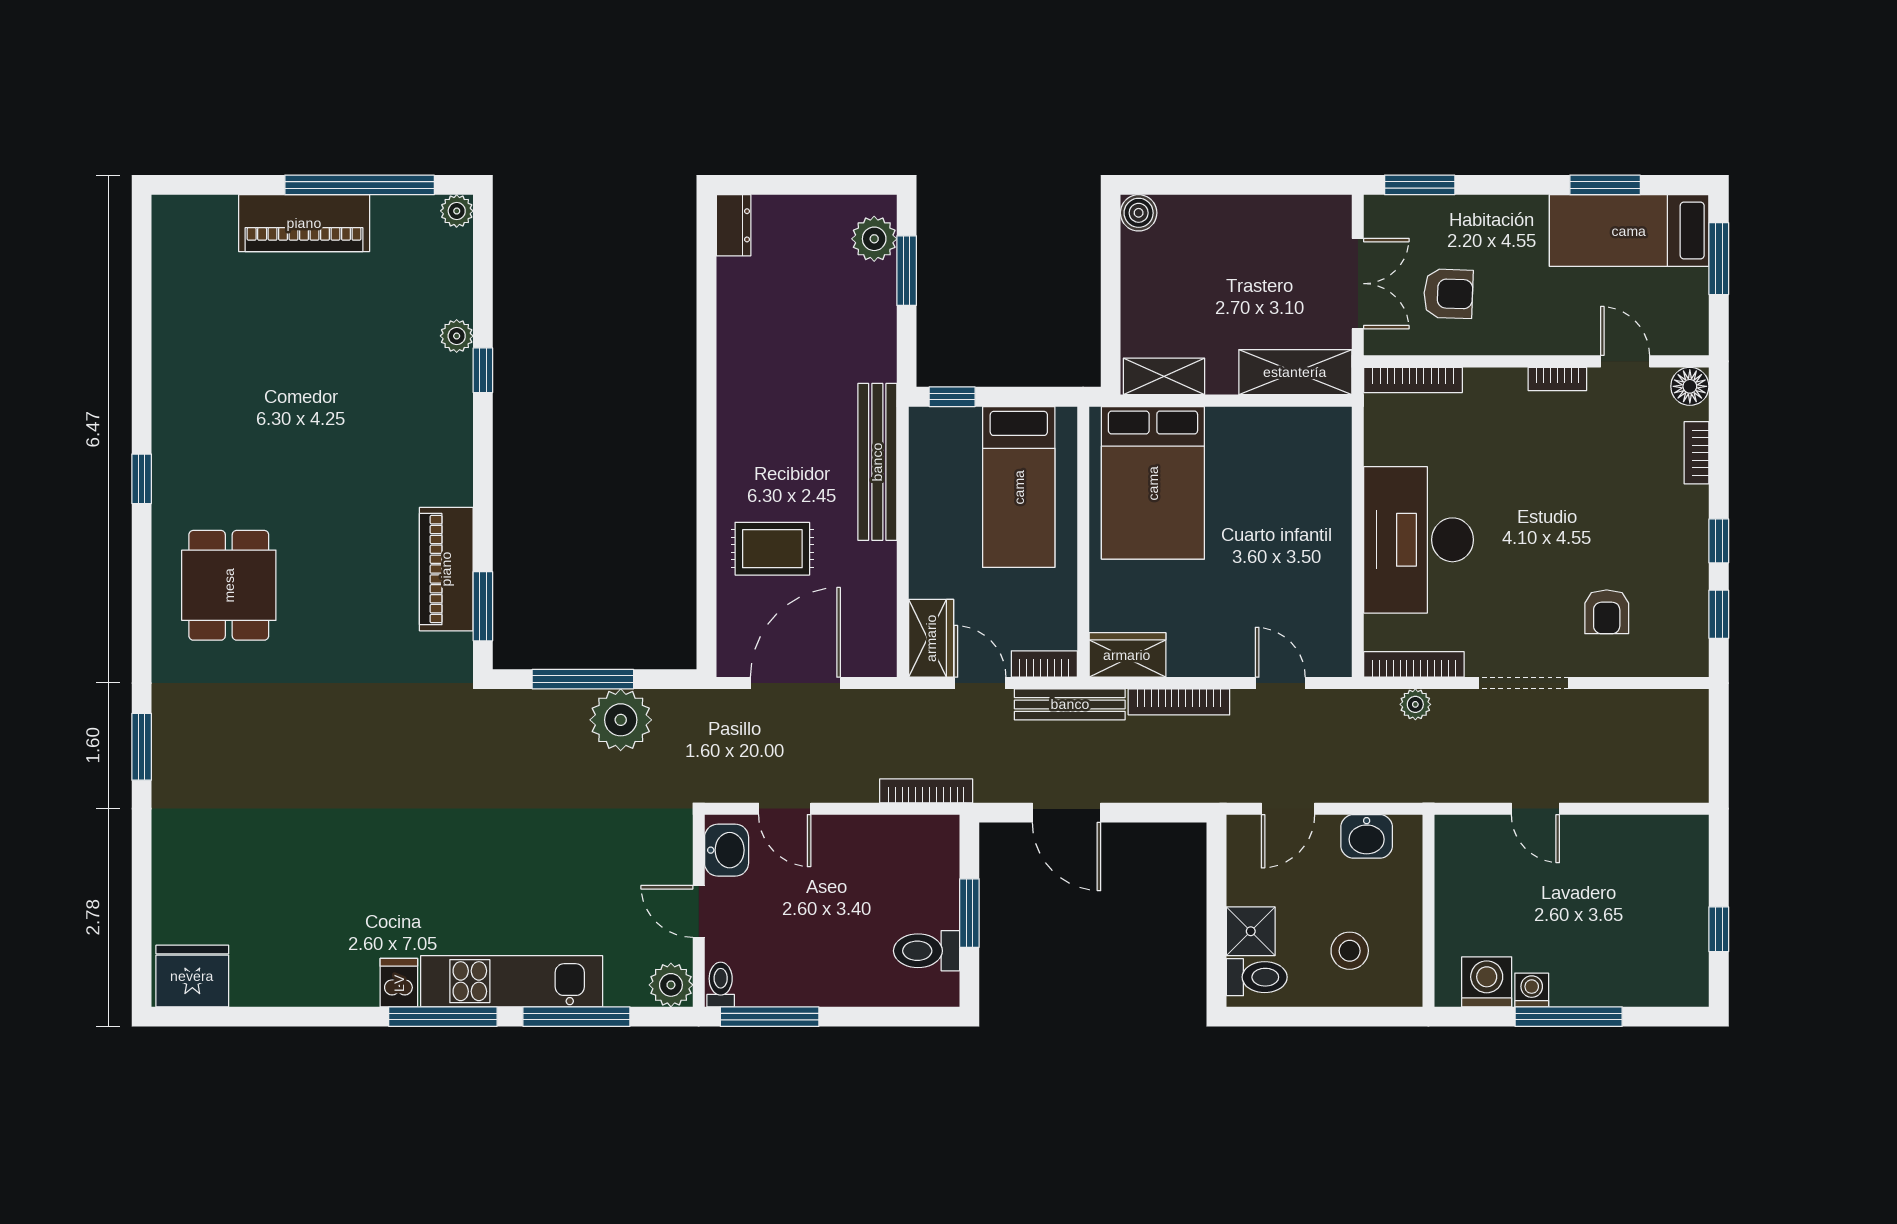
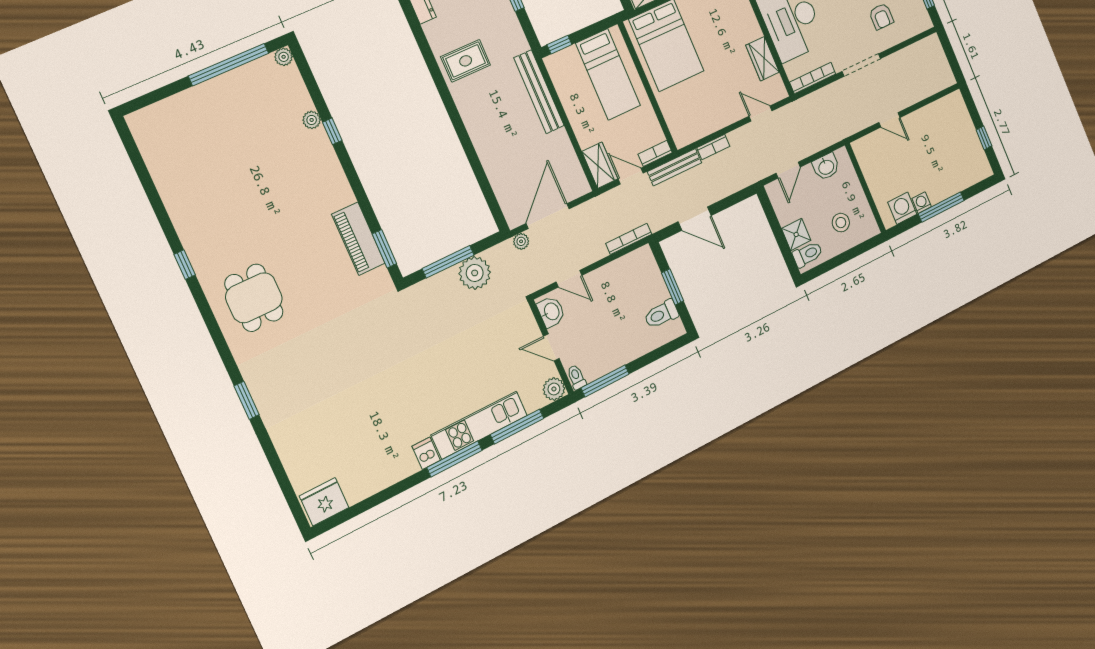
piano: (304, 223) -> (209, 96), removed
rug: (772, 549) -> (466, 61), moved
wardrobe: (1127, 655) -> (763, 59), moved, turned -90
bookcase: (1179, 702) -> (713, 147), width x0.64
plant: (1415, 704) -> (521, 241), moved

